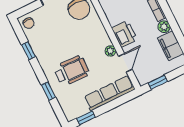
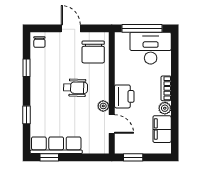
door: (125, 63) -> (112, 124), hinge flipped
wheelchair: (72, 71) -> (75, 88), moved, width x0.73, depth x0.73
row of seats: (109, 93) -> (56, 145), moved

